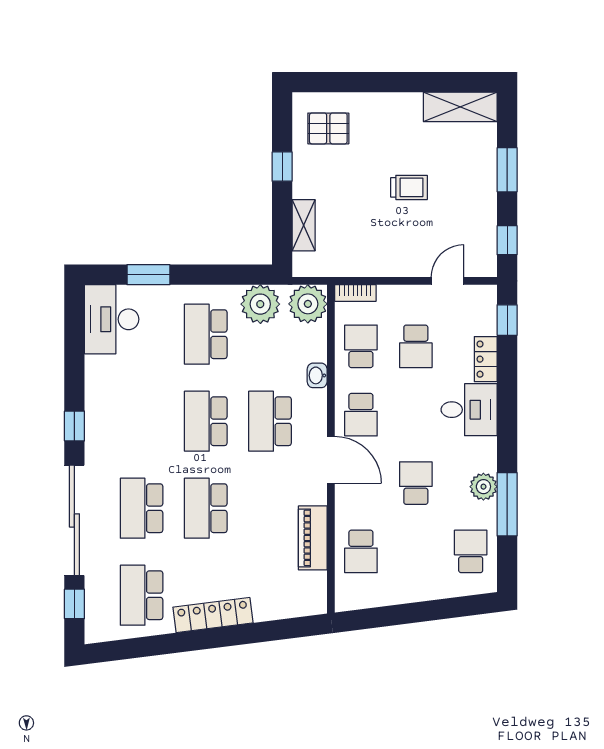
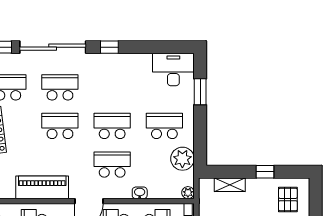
plant: (308, 304) -> (188, 193), width x0.53, depth x0.53
piano: (313, 538) -> (42, 187), width x1.37, depth x1.33

